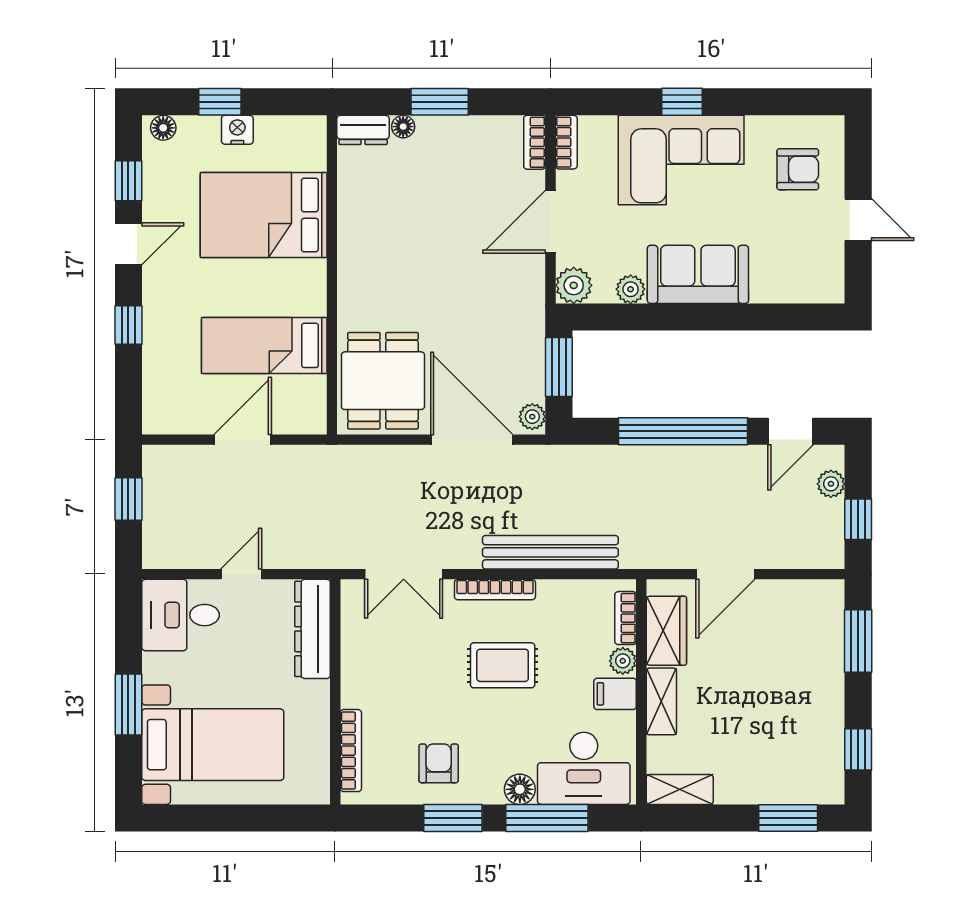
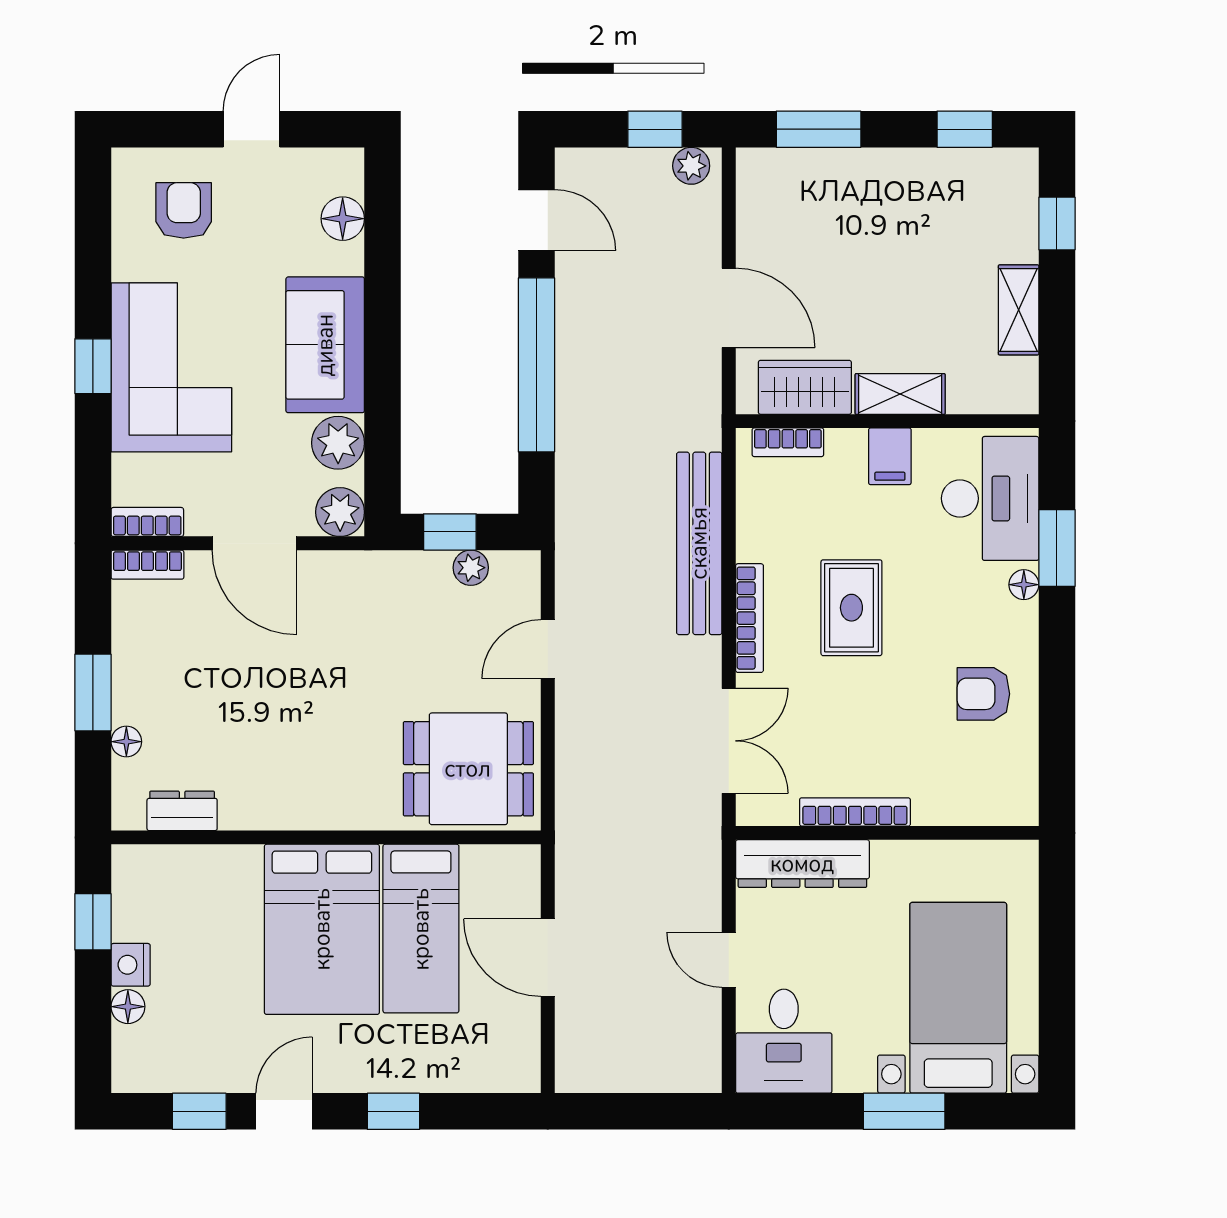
window: (220, 102) -> (93, 922), moved
floor lamp: (163, 128) -> (128, 1007), moved
dresser: (363, 130) -> (182, 811), moved, turned -90
bed: (264, 215) -> (322, 929), moved
door: (128, 244) -> (284, 1111), hinge flipped
floor lamp: (792, 287) -> (343, 219), added
plant: (631, 289) -> (338, 443), width x1.38, depth x1.38
window: (559, 367) -> (450, 532), width x0.67
plant: (532, 417) -> (471, 568), moved
door: (472, 440) -> (548, 649), width x0.53
plant: (831, 484) -> (691, 166), moved
window: (128, 499) -> (628, 1111), removed
plant: (623, 661) -> (845, 446), removed
bookcase: (351, 751) -> (855, 812), moved
floor lamp: (520, 789) -> (1024, 585), width x0.73, depth x0.73
shelving: (680, 789) -> (1019, 310), moved
window: (453, 818) -> (1057, 675), removed
window: (547, 818) -> (1057, 548), width x0.69
window: (788, 818) -> (1057, 224), width x0.67

